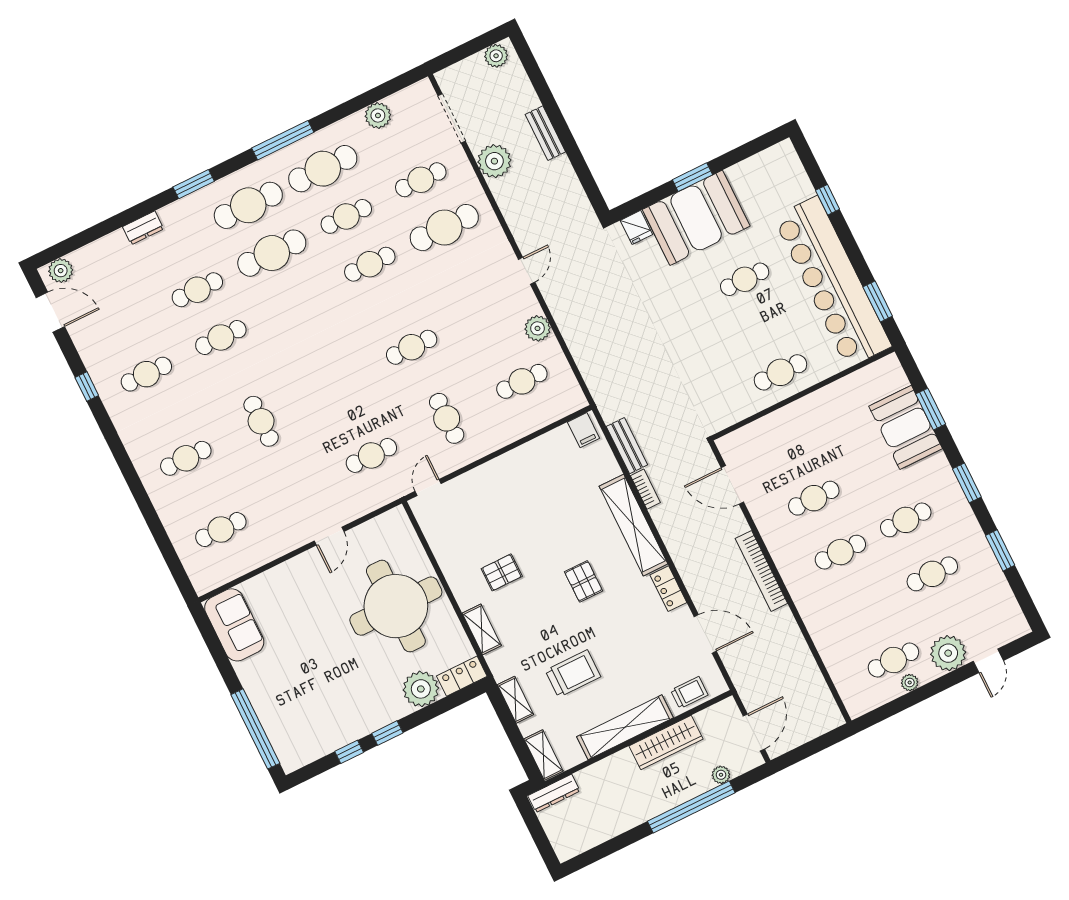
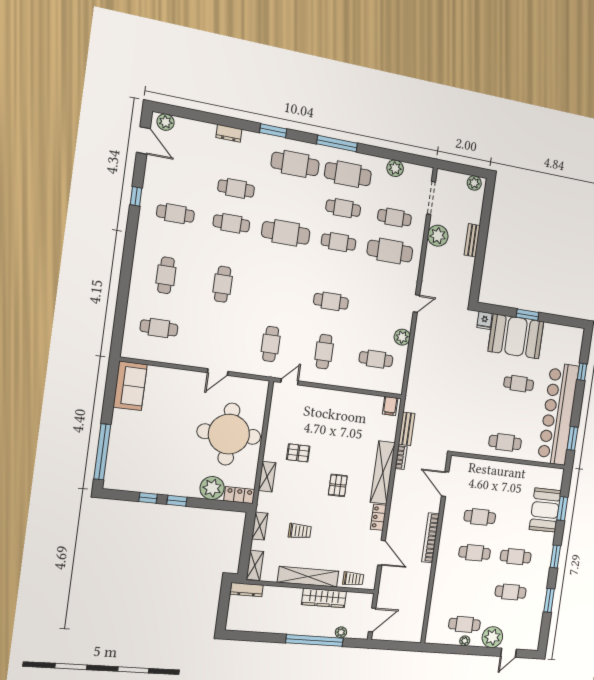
cafe table: (272, 253) -> (286, 233), moved
cafe table: (371, 455) -> (271, 344), turned 90
cafe table: (186, 458) -> (166, 275), turned 90
trolley: (573, 674) -> (300, 531), width x0.73, depth x0.72

